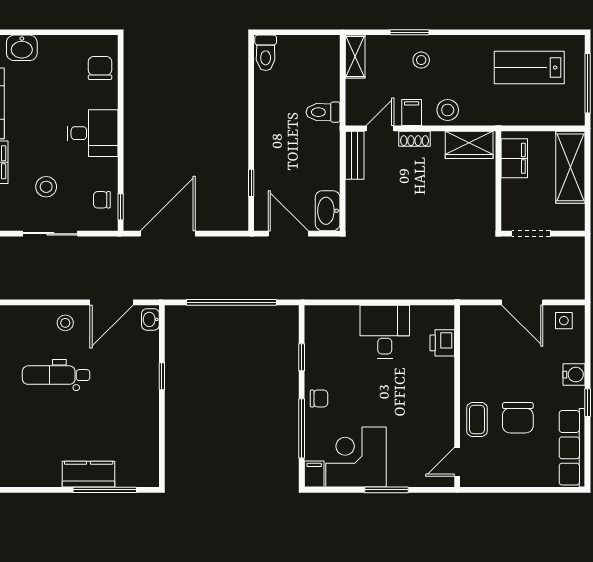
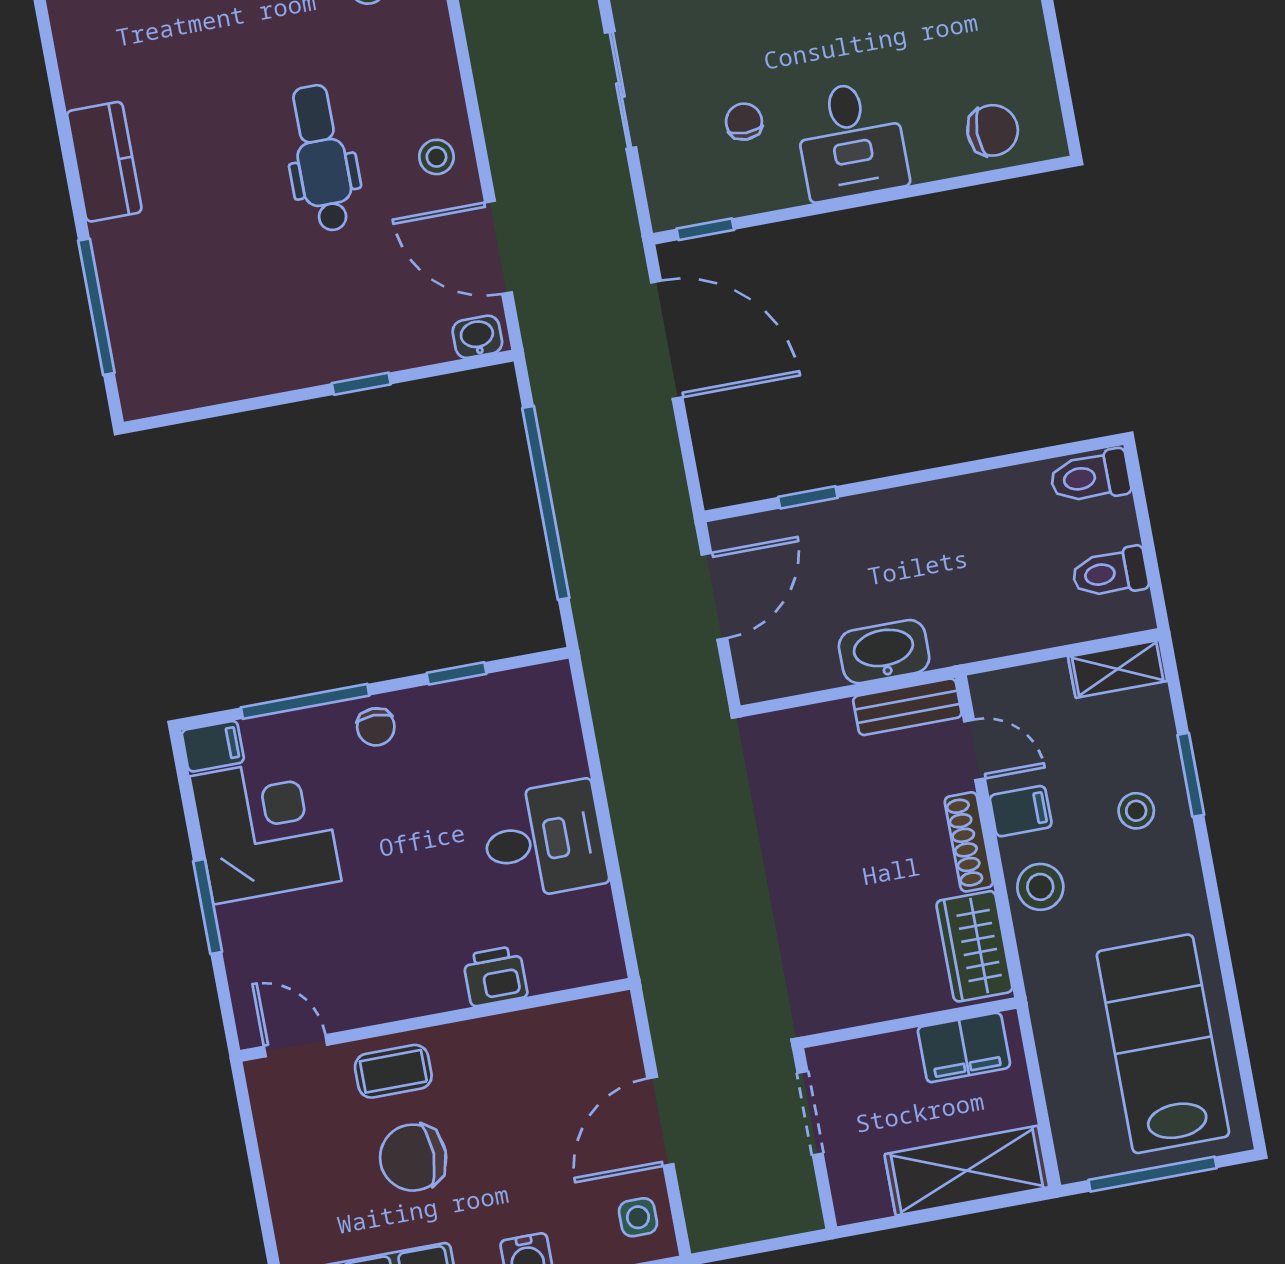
lab bench: (529, 68) -> (1163, 1044), width x1.36, depth x1.39
toilet: (323, 112) -> (1110, 573), moved, turned -90
shoe rack: (415, 139) -> (969, 842), width x1.43
stool: (46, 187) -> (719, 63), removed
chair: (102, 200) -> (744, 122), moved
washbasin: (328, 211) -> (884, 652), moved
printer: (442, 343) -> (495, 976), moved
kitchen counter: (89, 474) -> (104, 162), moved

